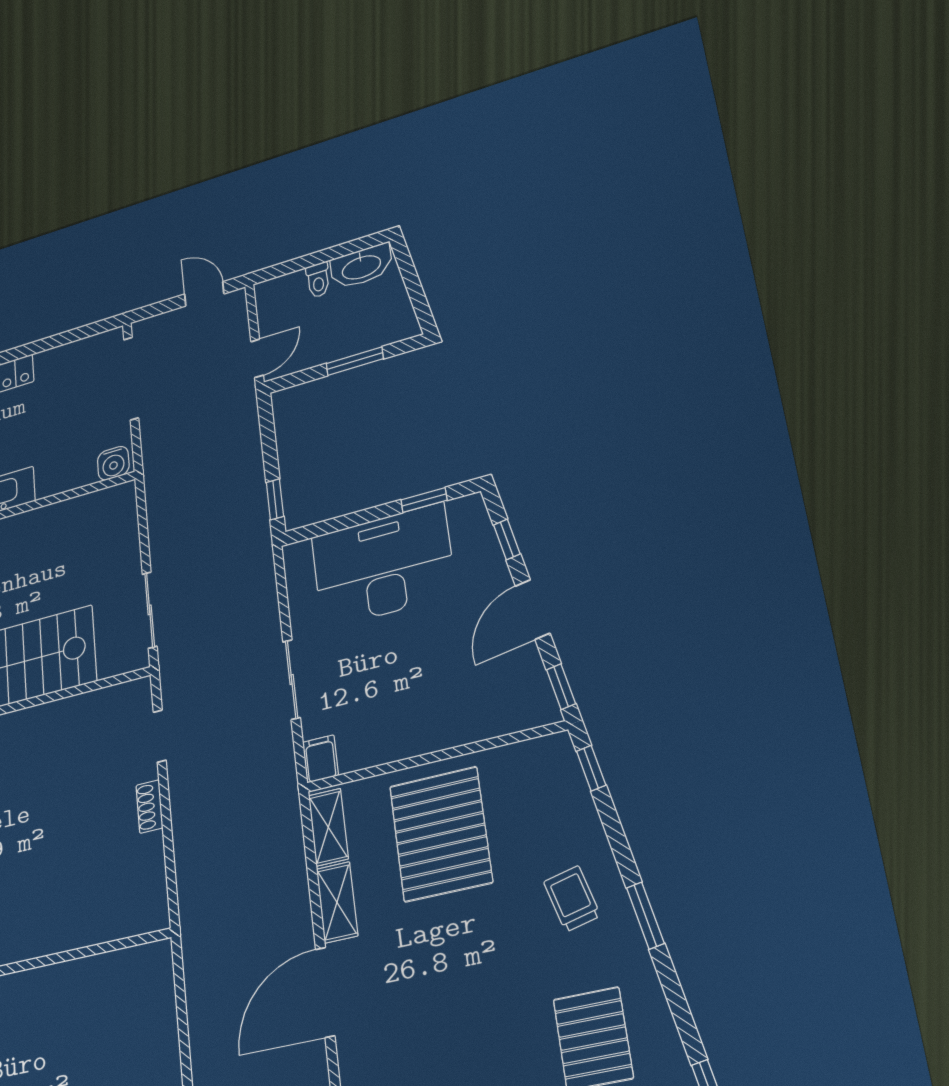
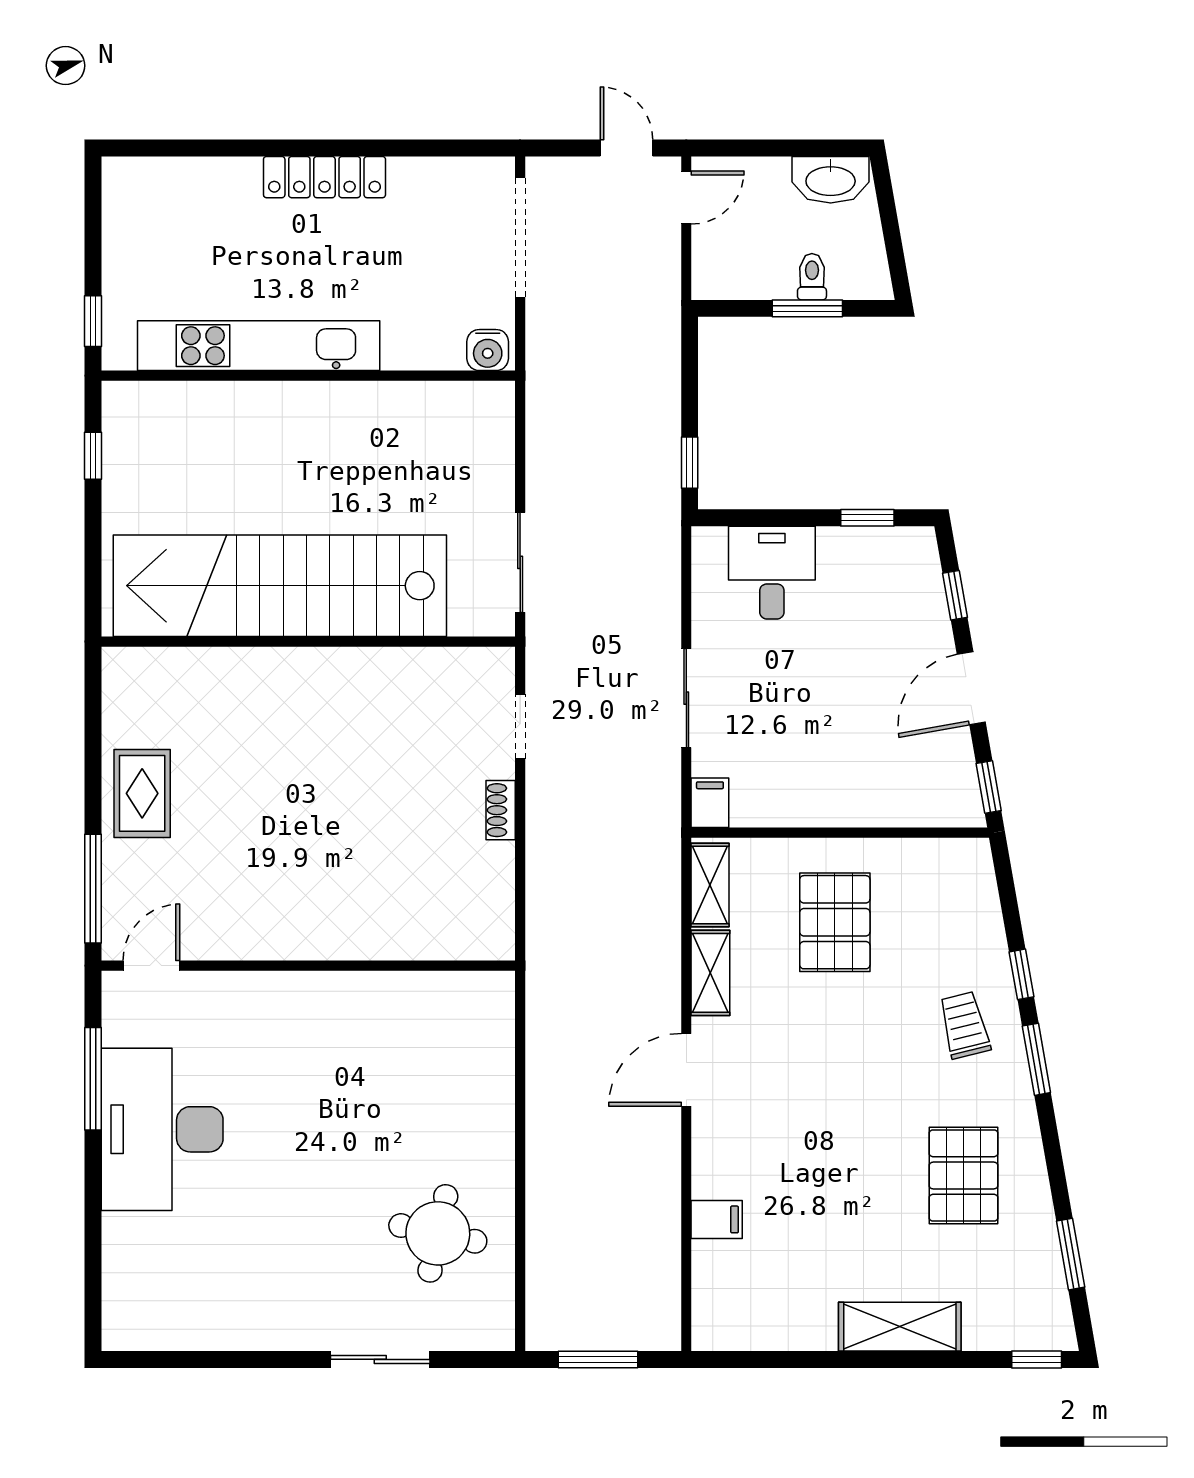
toilet: (318, 280) -> (812, 277), moved, turned 180
door: (257, 358) -> (686, 198), moved
desk: (383, 566) -> (772, 573), width x0.53, depth x0.77
window: (591, 768) -> (1022, 974), moved
pallet: (441, 834) -> (835, 922), width x0.73, depth x0.71
door: (325, 992) -> (686, 1070), width x0.73

